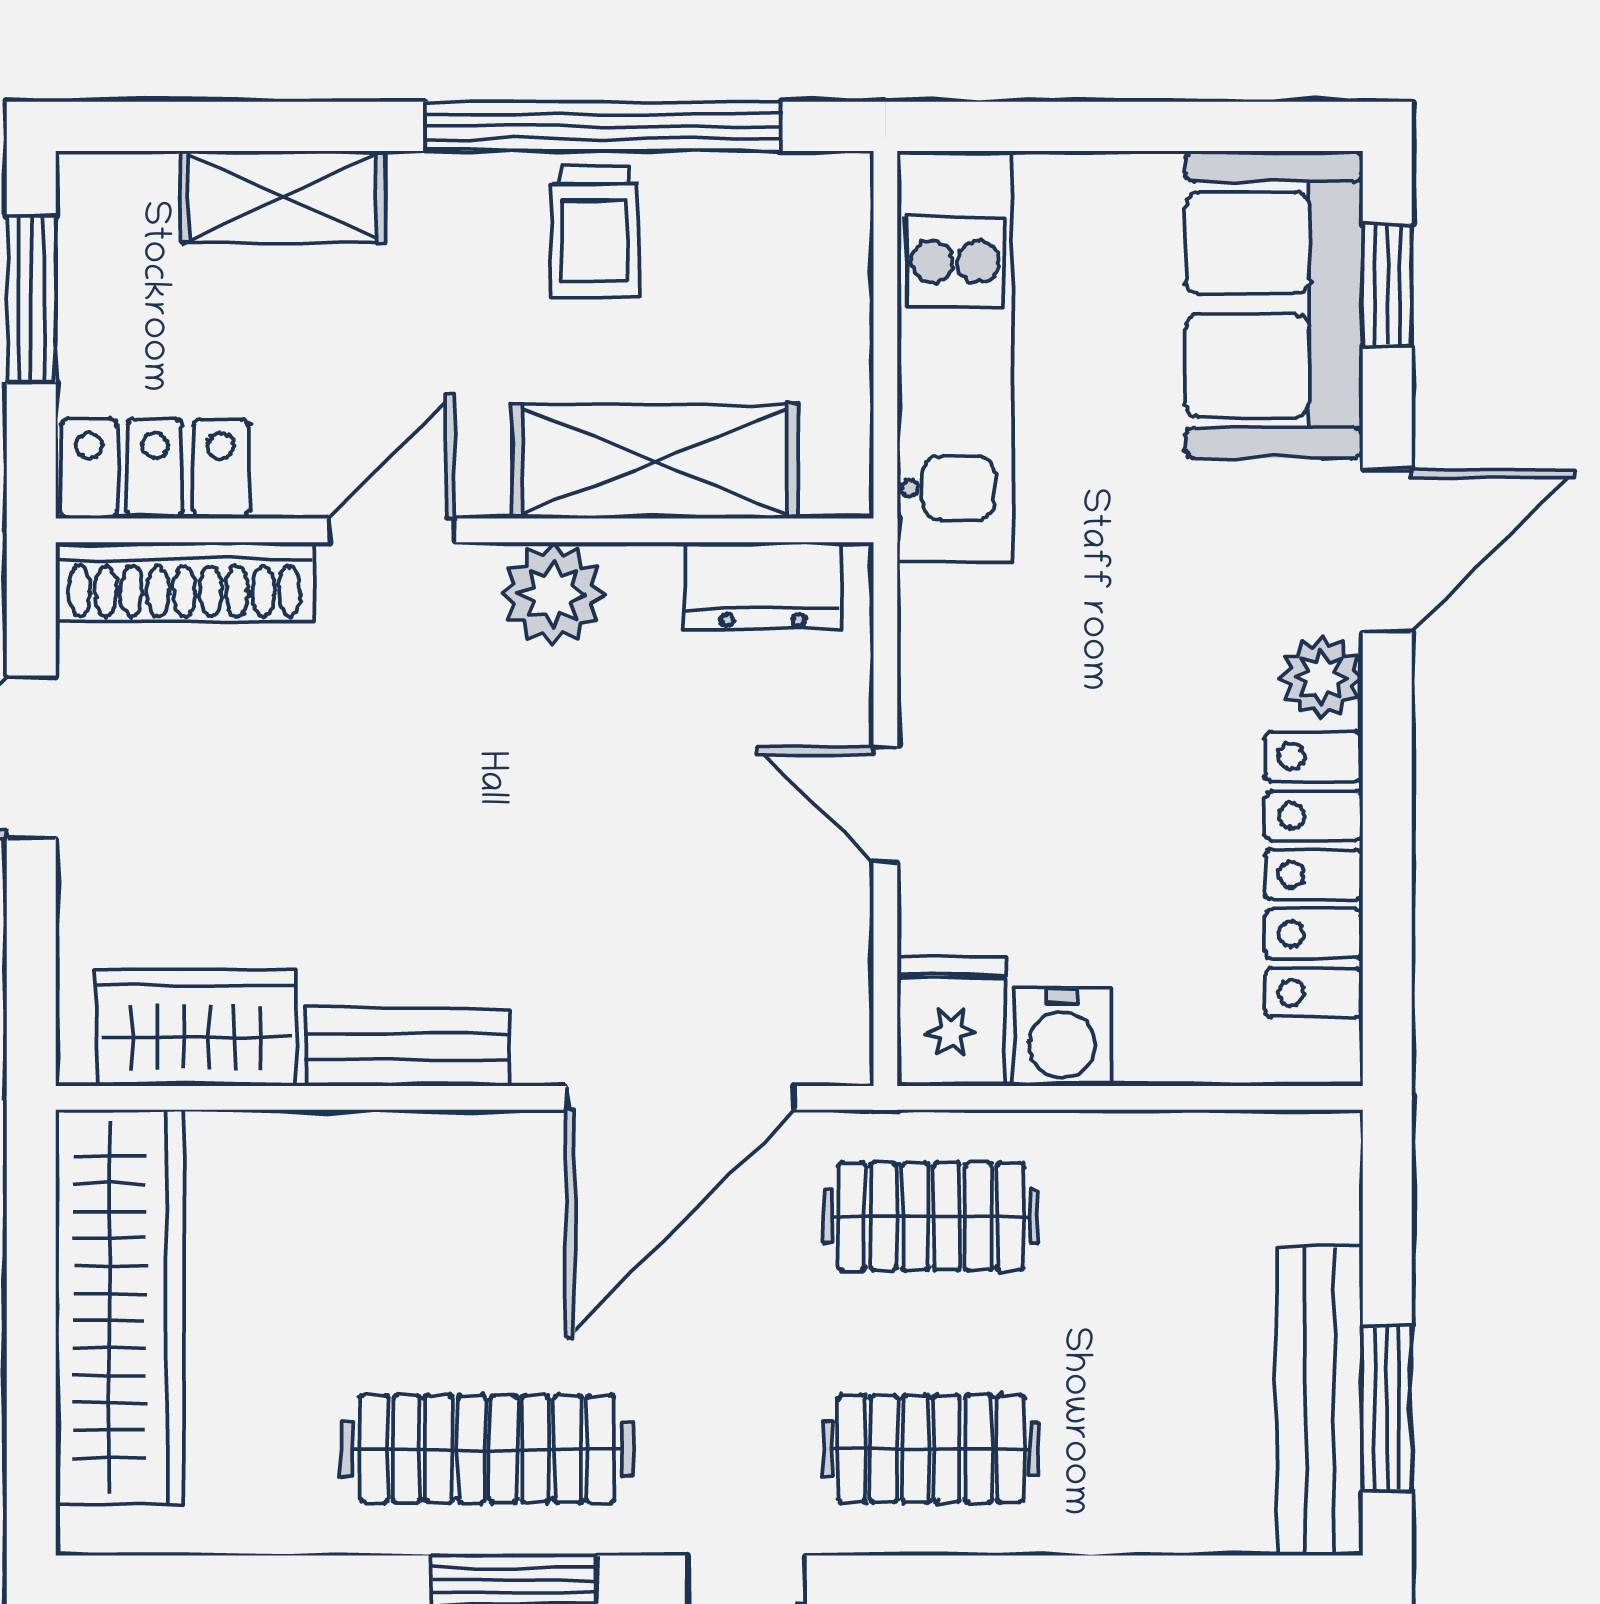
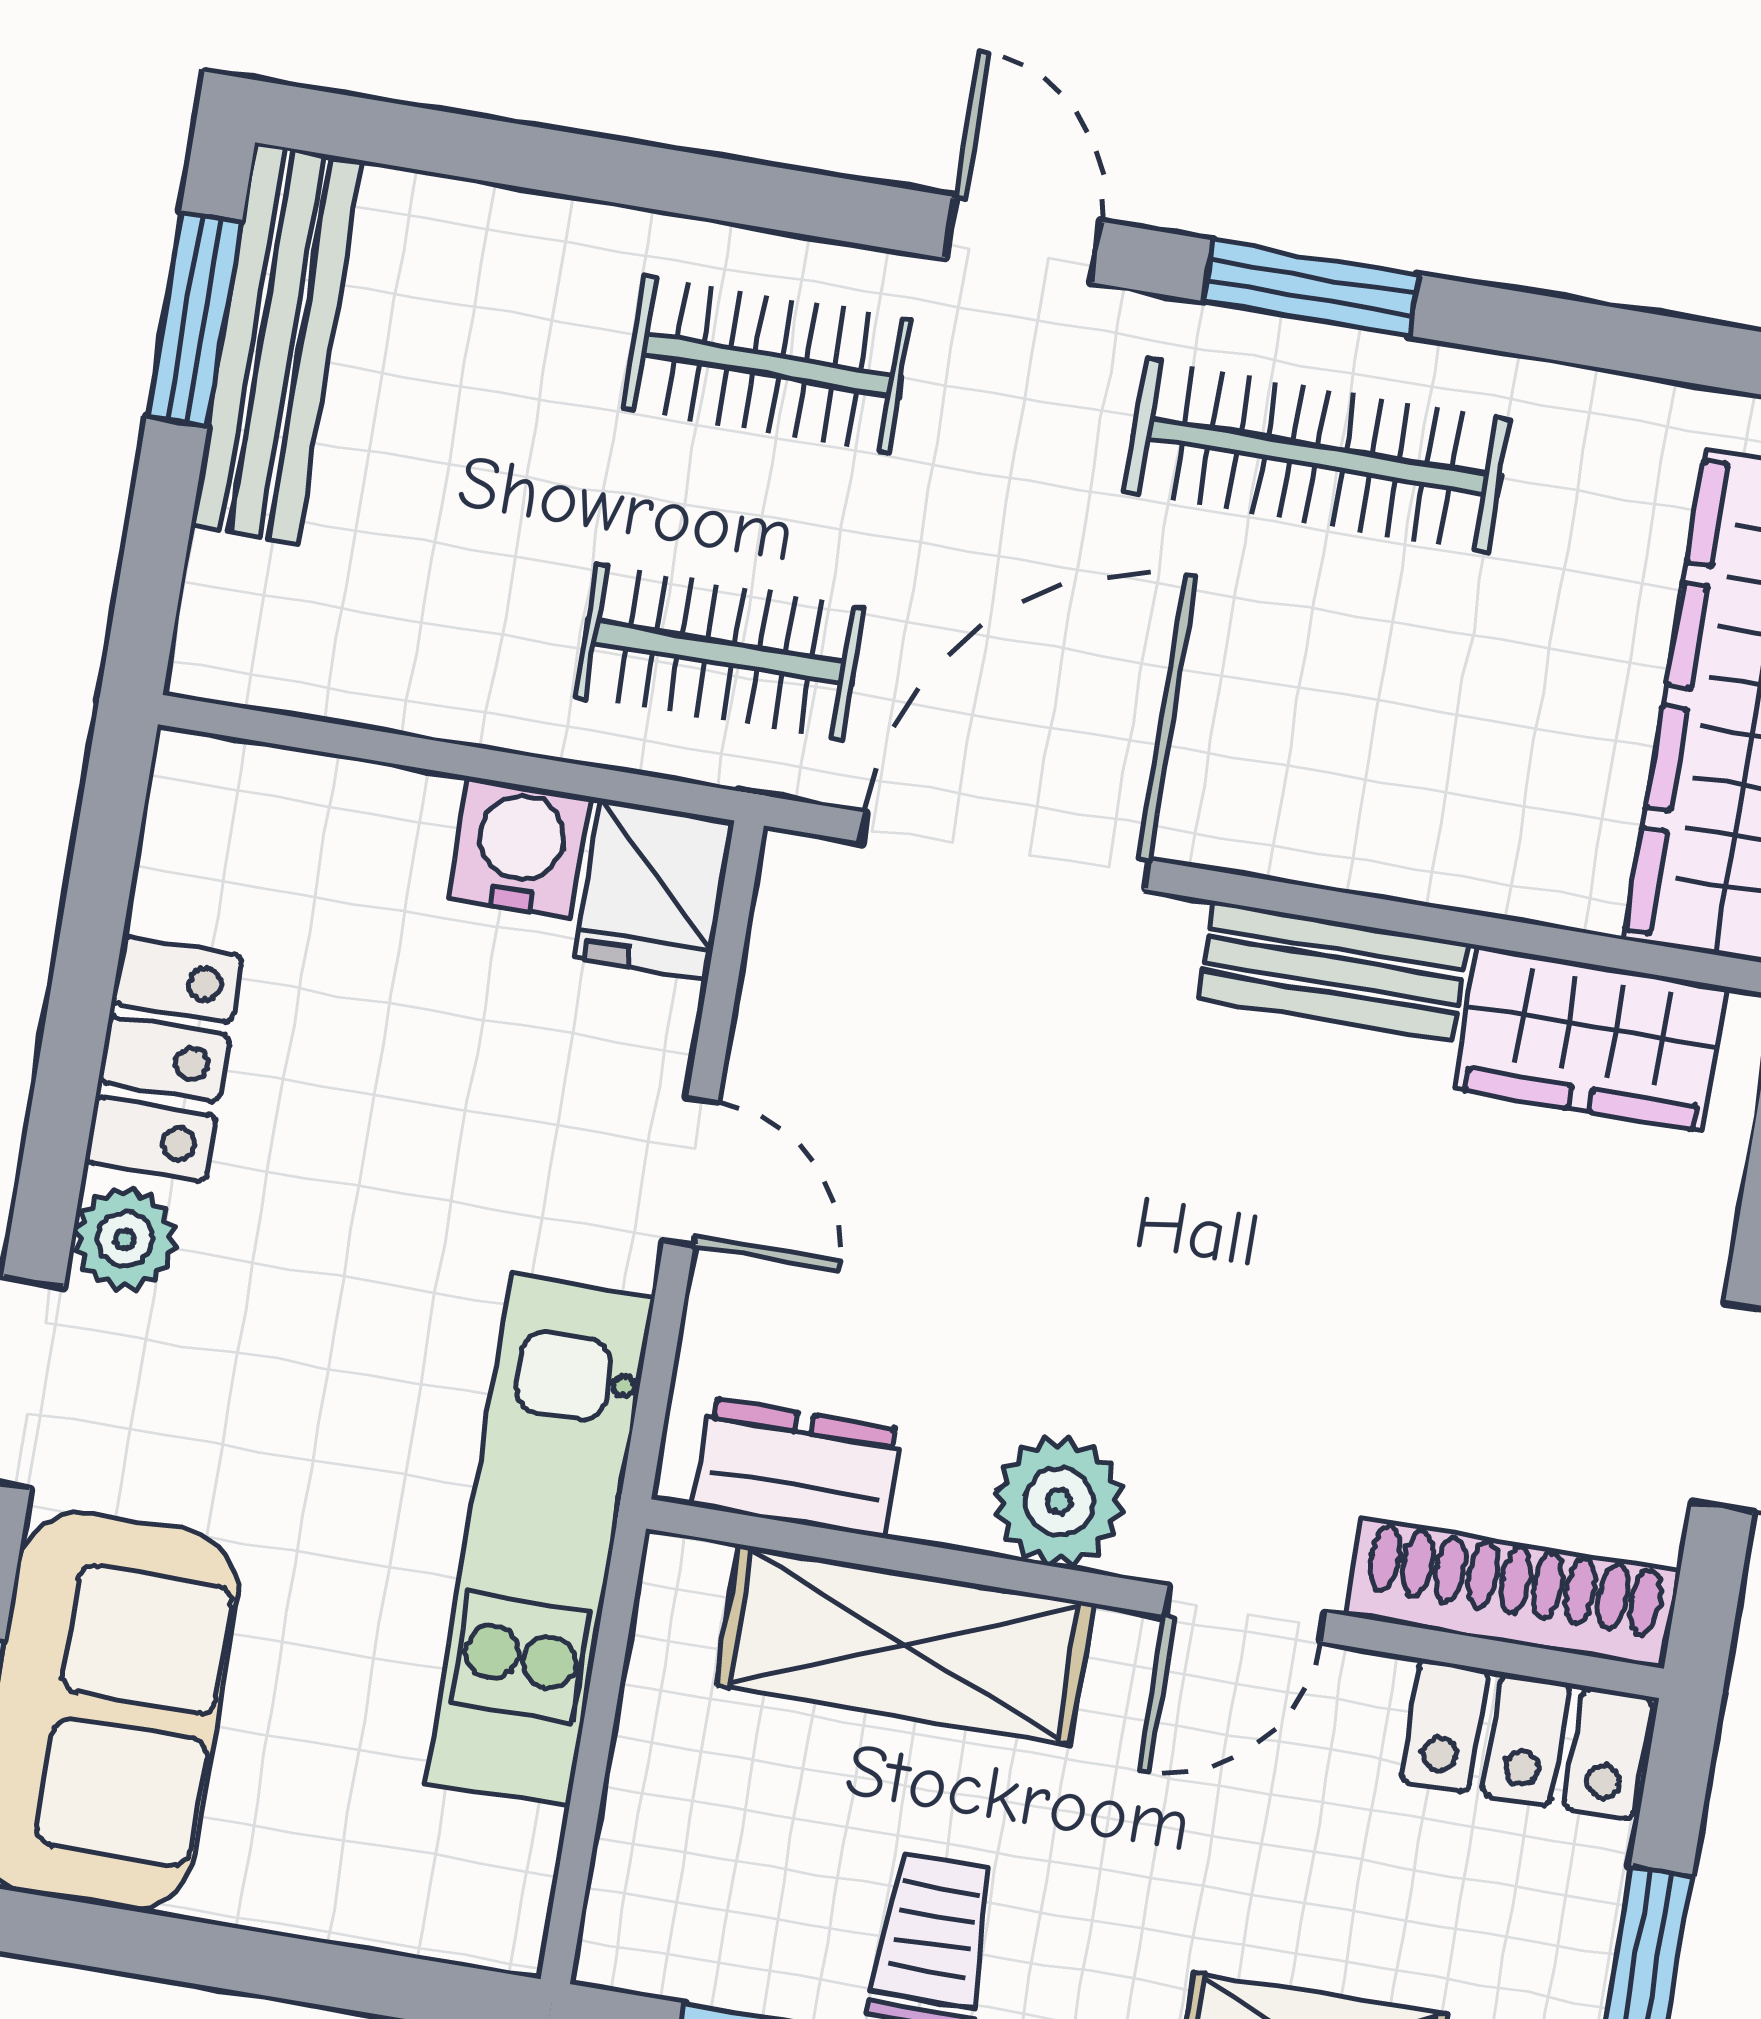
kitchen unit: (955, 356) -> (540, 1540), moved
locker: (1314, 875) -> (164, 1059), width x0.66

